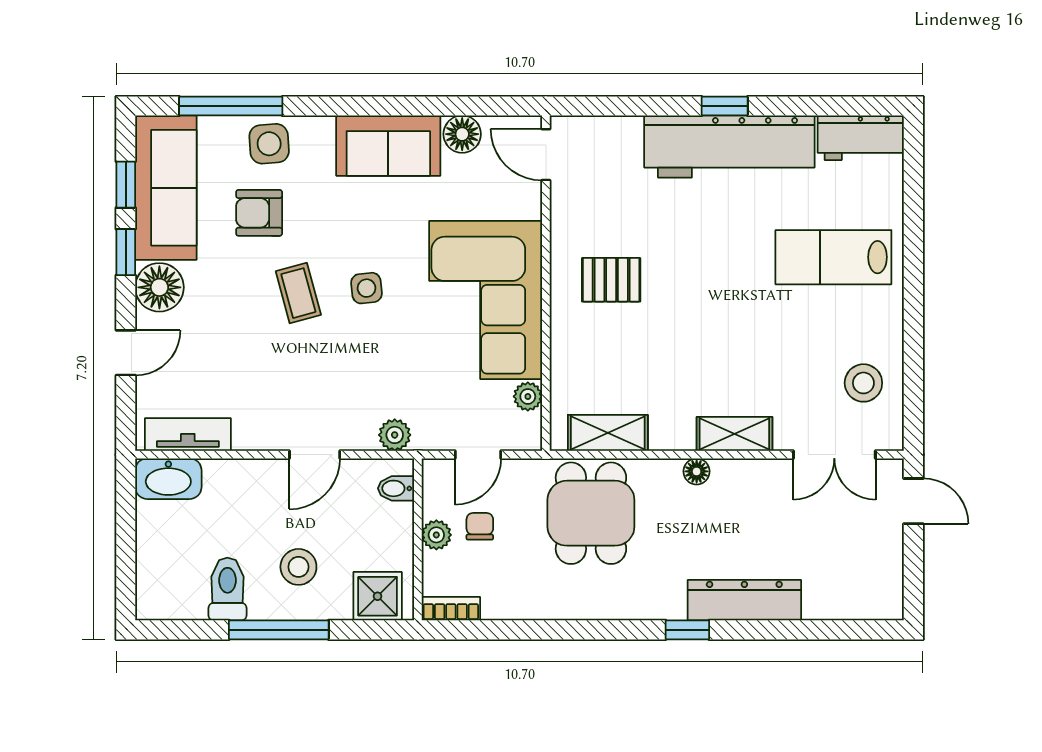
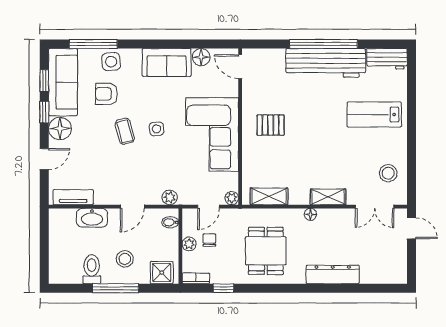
window: (725, 106) -> (323, 44), width x3.17
plant: (528, 396) -> (232, 198), moved
washbasin: (168, 479) -> (92, 218), moved
dining table: (591, 513) -> (266, 251), moved
window: (687, 630) -> (224, 288), moved

